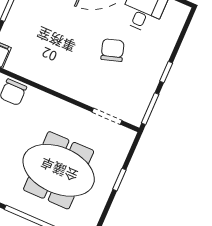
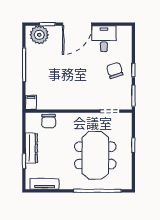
chair: (112, 50) -> (115, 70), moved
meeting table: (59, 170) -> (95, 155), turned 90

